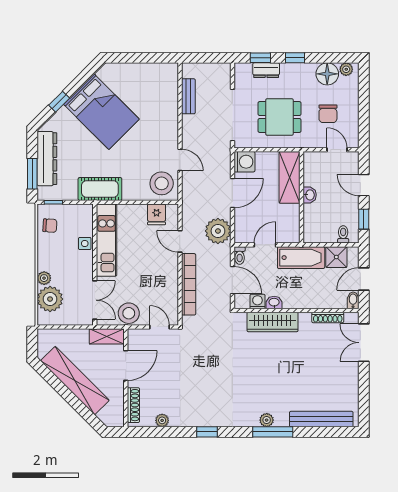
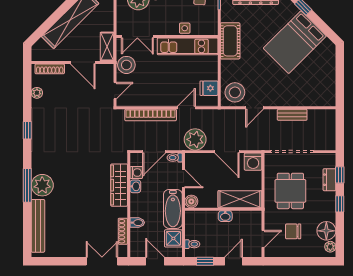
bench: (188, 96) -> (292, 115), moved
boiler: (292, 236) -> (191, 201), added
bidet: (353, 300) -> (137, 223), moved
plant: (267, 420) -> (42, 185), width x1.87, depth x1.87

